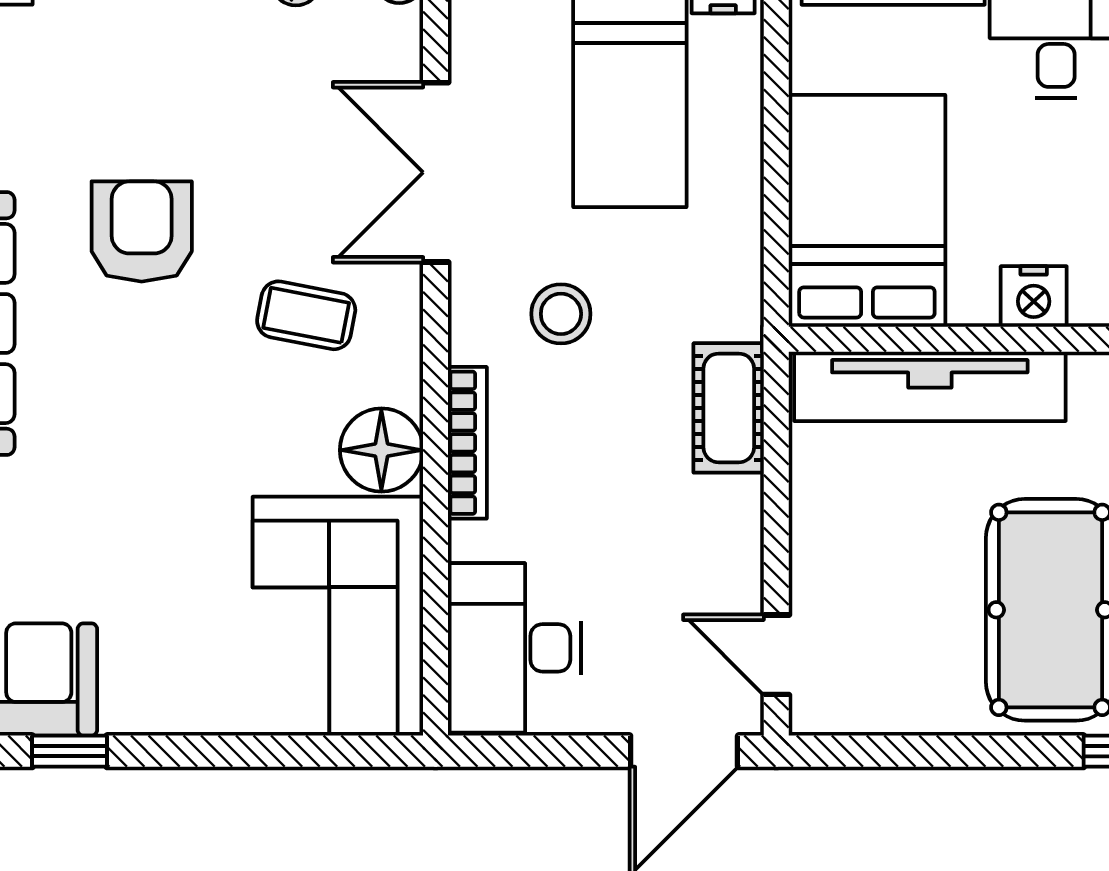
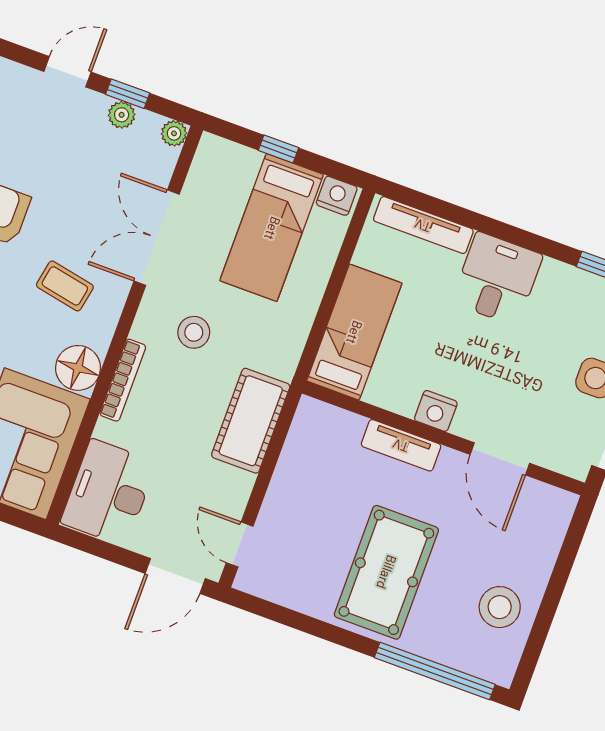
bed: (867, 211) -> (354, 332), width x0.67
tv unit: (930, 386) -> (401, 445), width x0.52, depth x0.78
cot: (729, 408) -> (251, 421), width x1.37, depth x1.34

